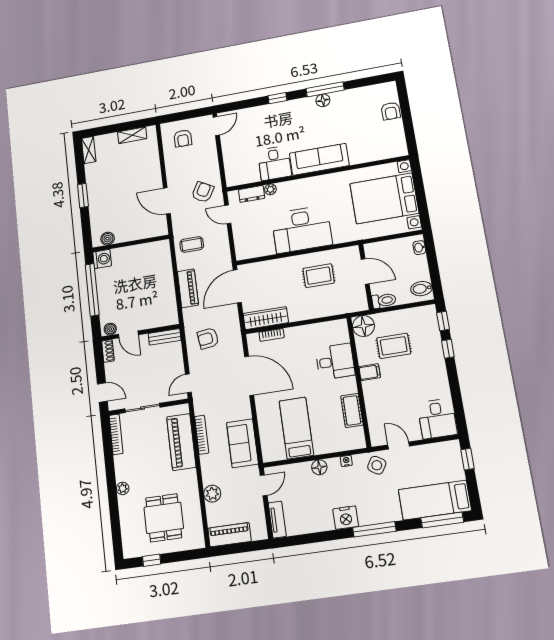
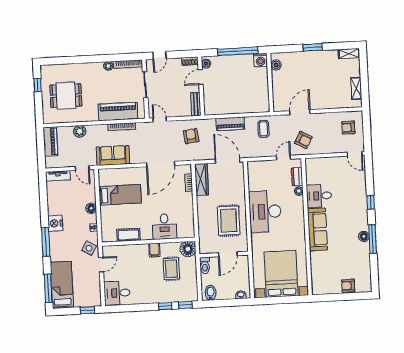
rug: (319, 276) -> (229, 221), width x1.36, depth x1.43
plant: (123, 488) -> (108, 66), moved

